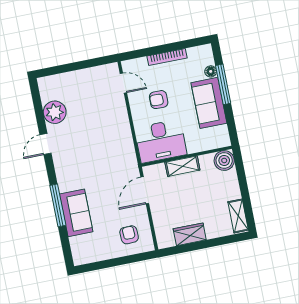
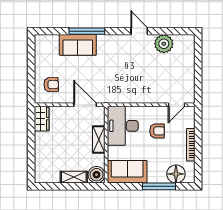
floor lamp: (211, 71) -> (176, 174), width x1.89, depth x1.89
armchair: (159, 100) -> (157, 131), turned 90
sofa: (209, 103) -> (127, 172), moved
shelving: (238, 216) -> (74, 177), moved
wardrobe: (190, 234) -> (42, 119), moved

